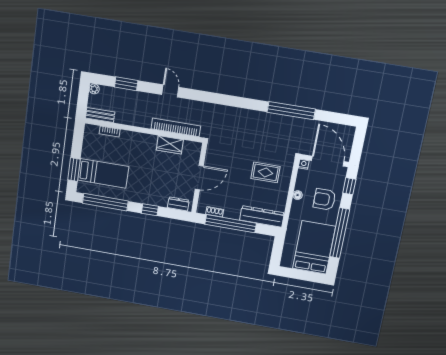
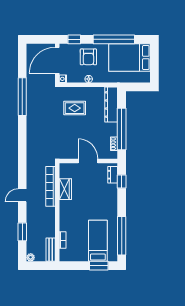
rug: (266, 172) -> (75, 108), turned 90
window: (150, 210) -> (122, 181), moved

